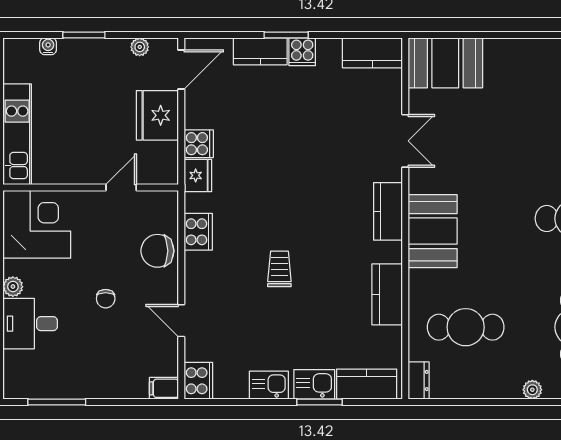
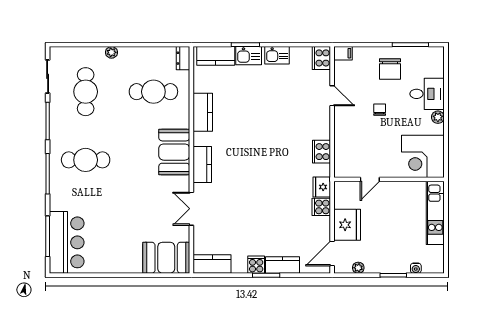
chair: (157, 251) -> (390, 69), moved, turned 90
trolley: (279, 269) -> (270, 128), removed

